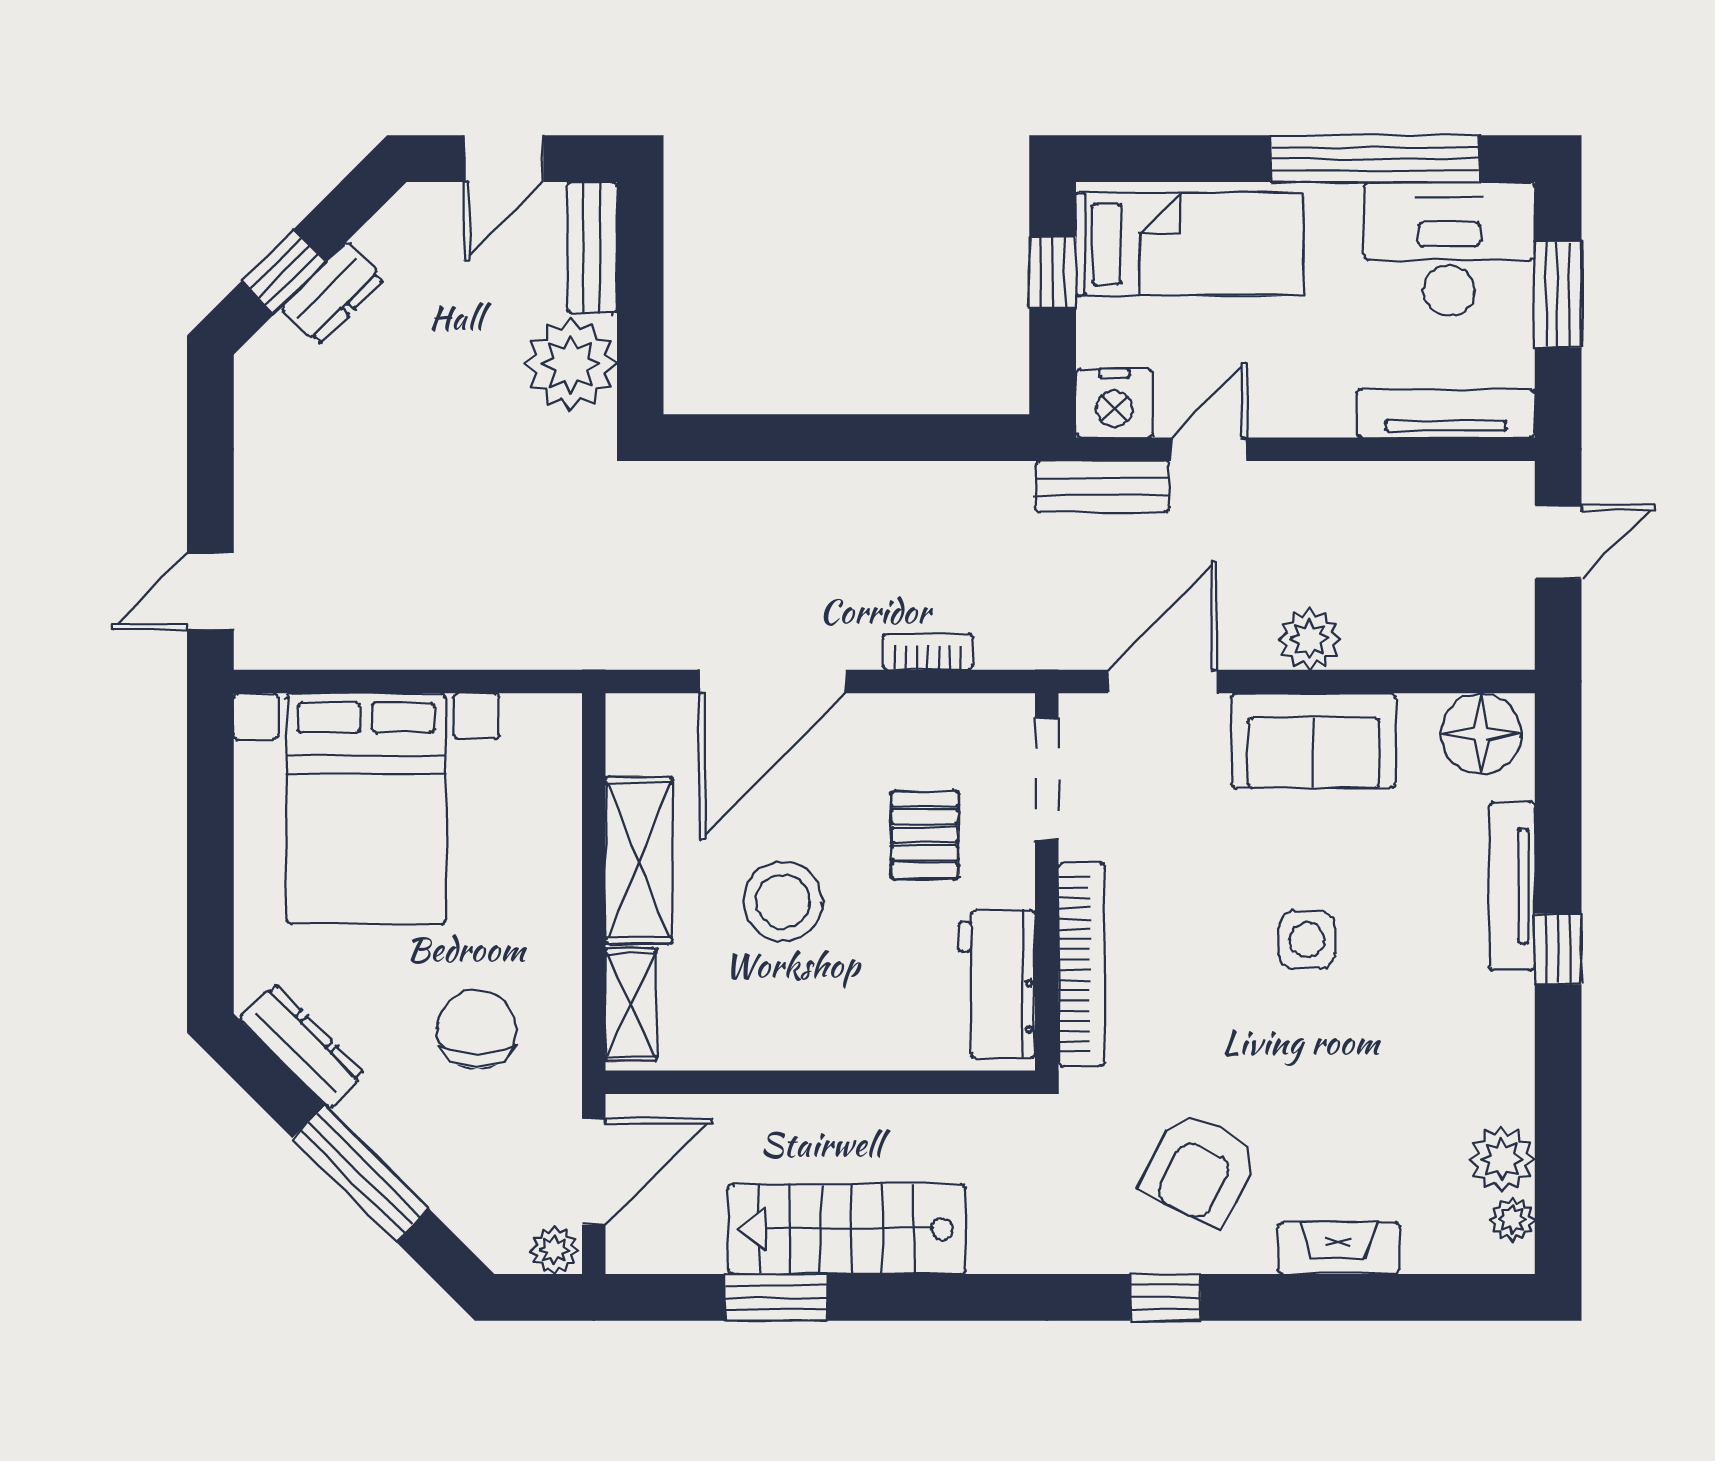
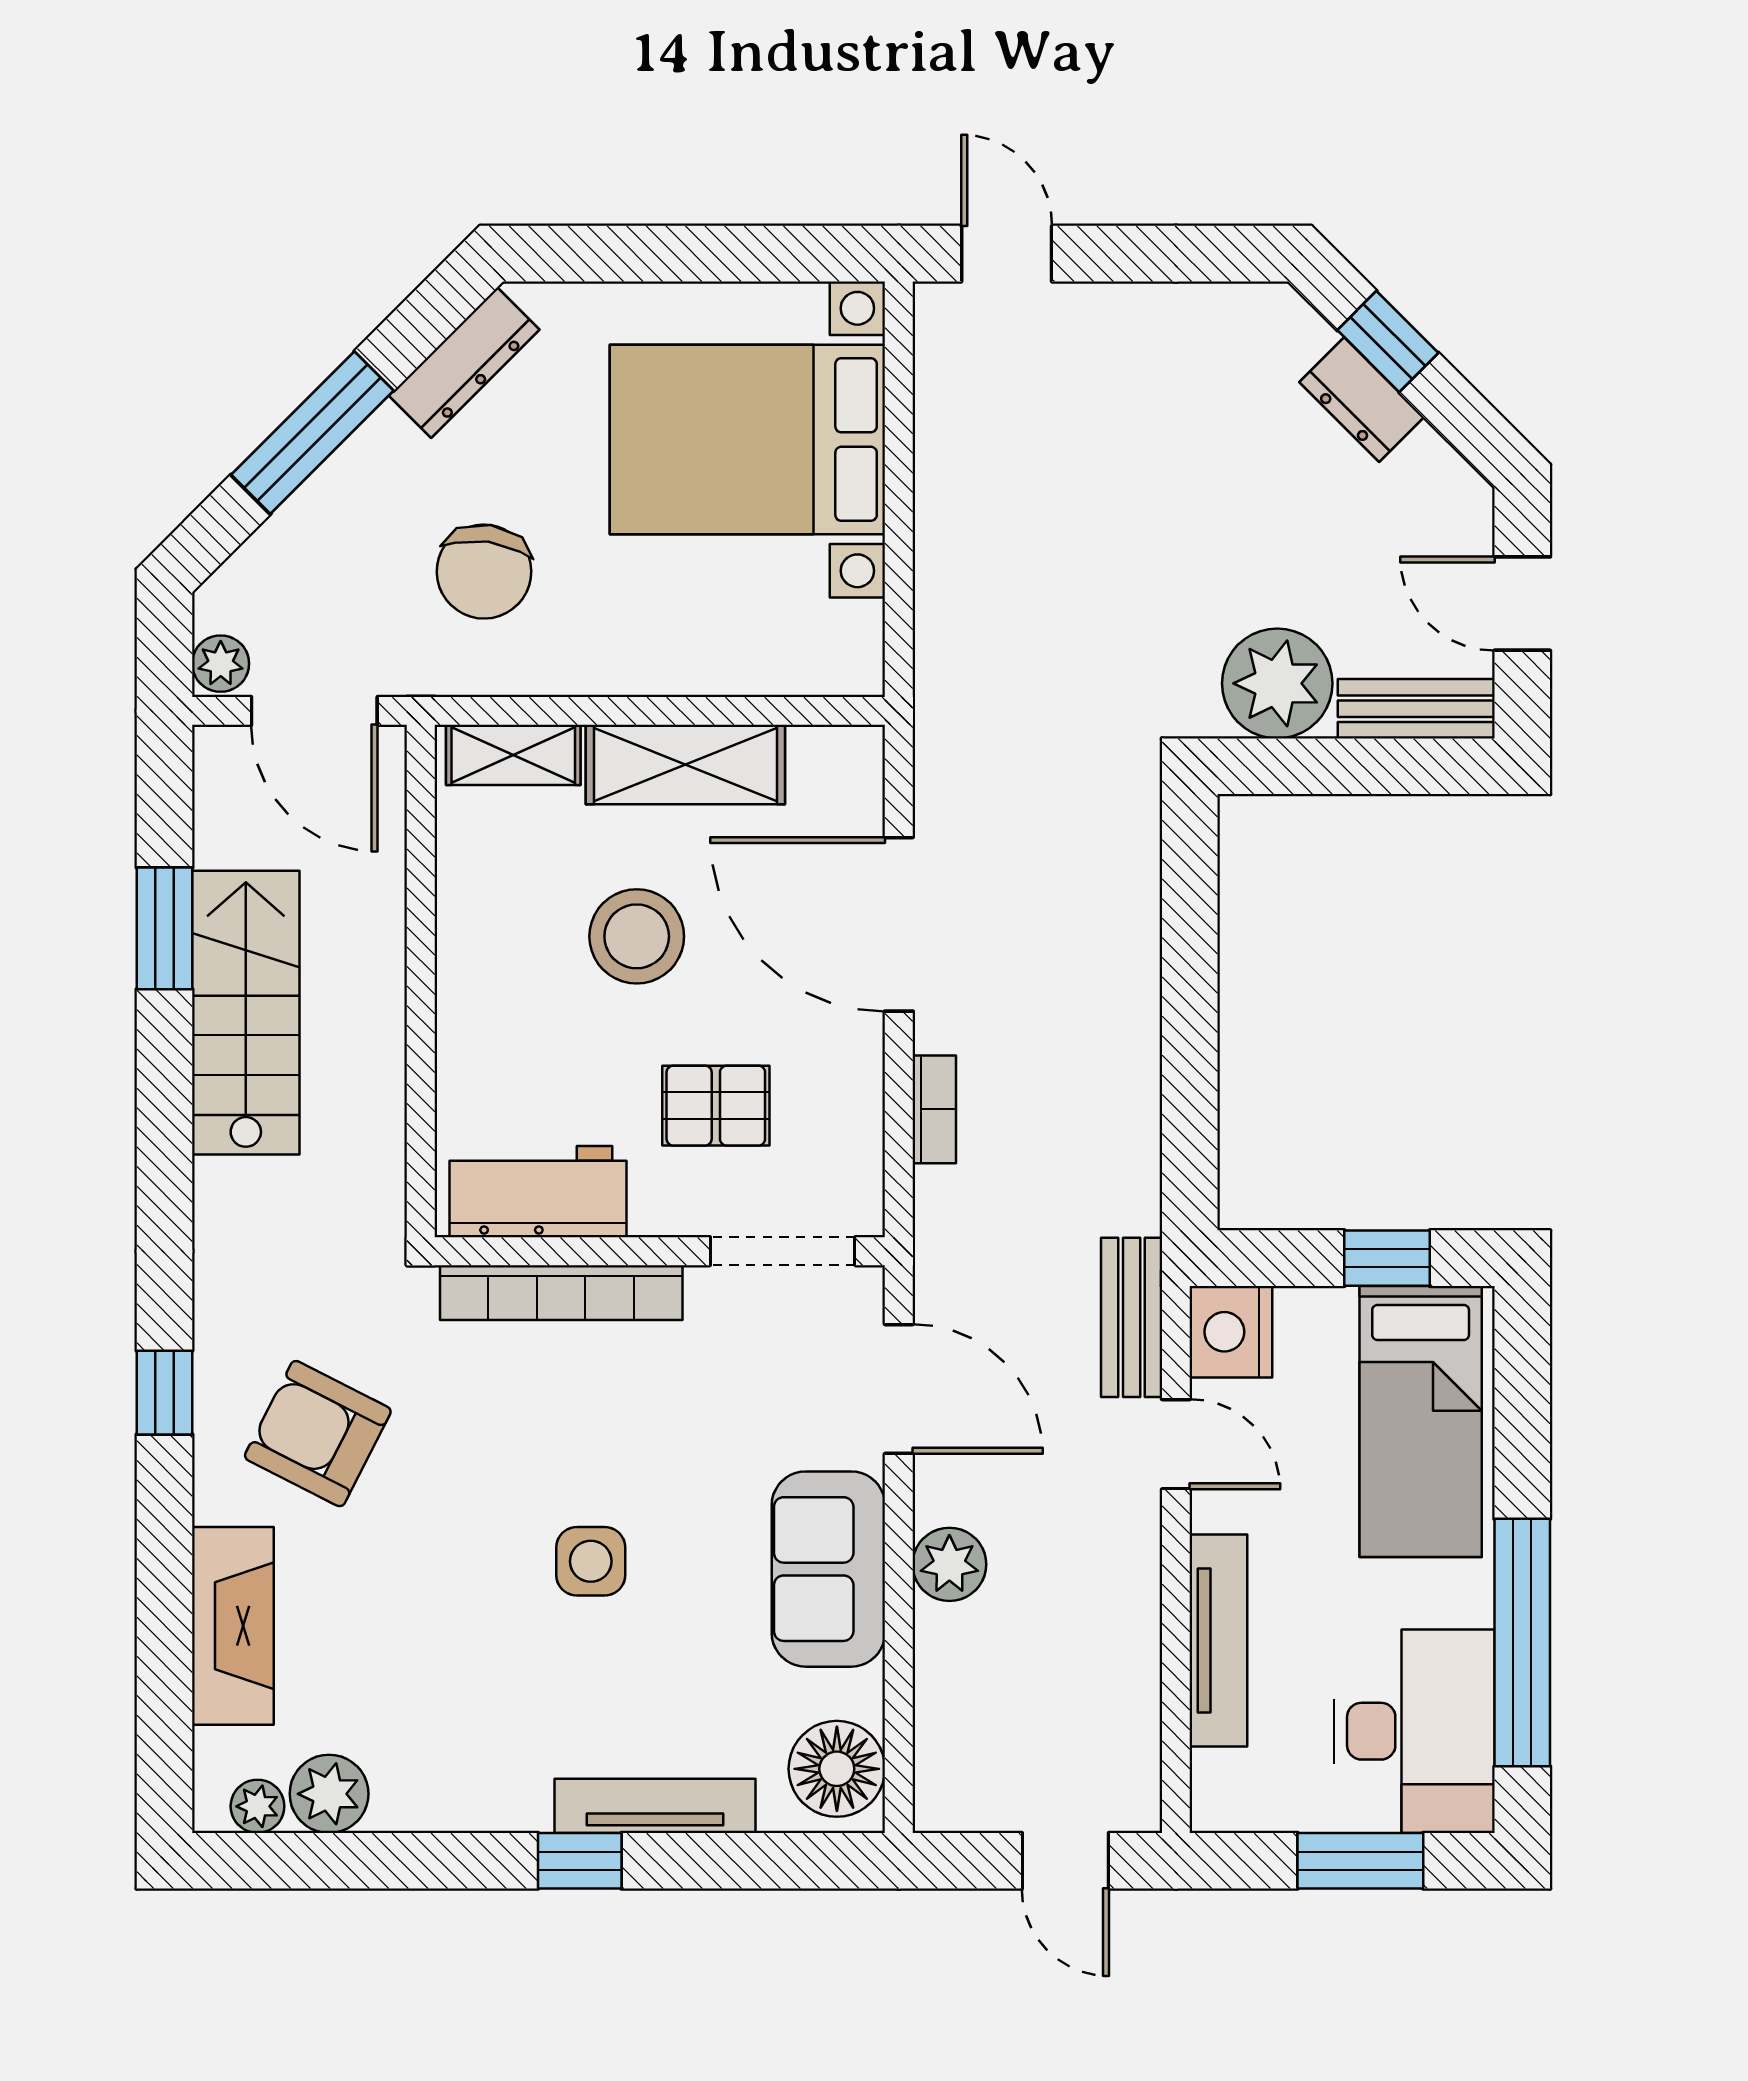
tv unit: (1446, 413) -> (1218, 1641), moved
chair: (477, 1029) -> (484, 572), turned 98
fireplace: (1339, 1248) -> (233, 1626), width x1.37, depth x1.32

